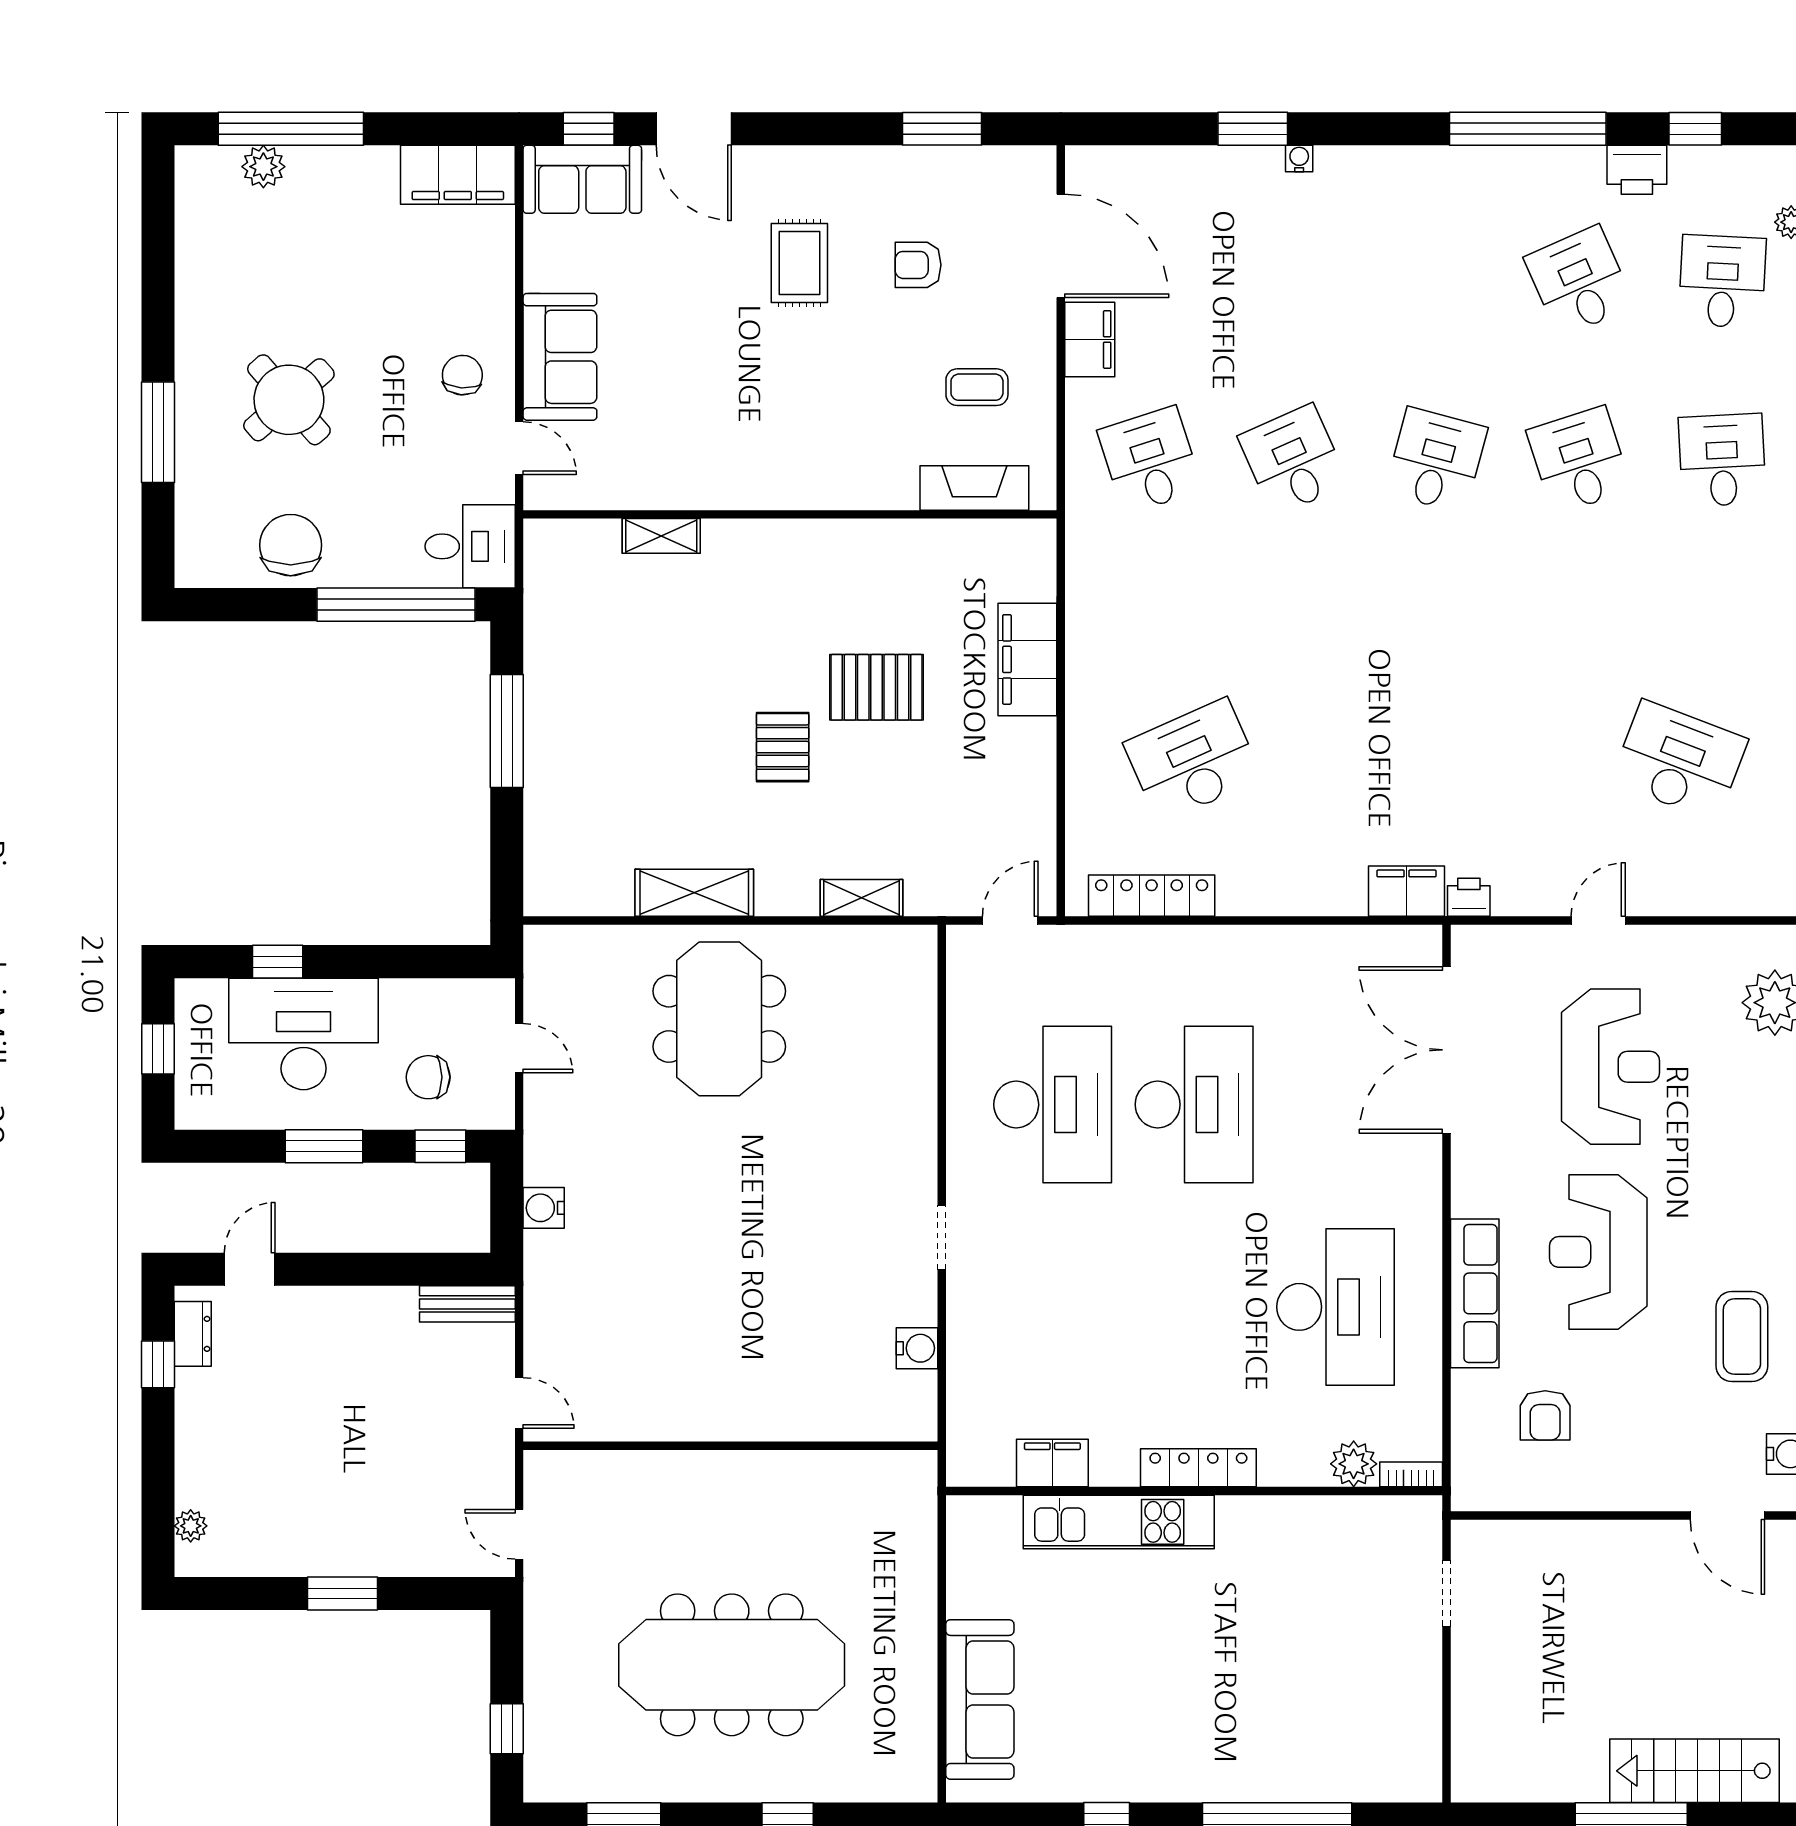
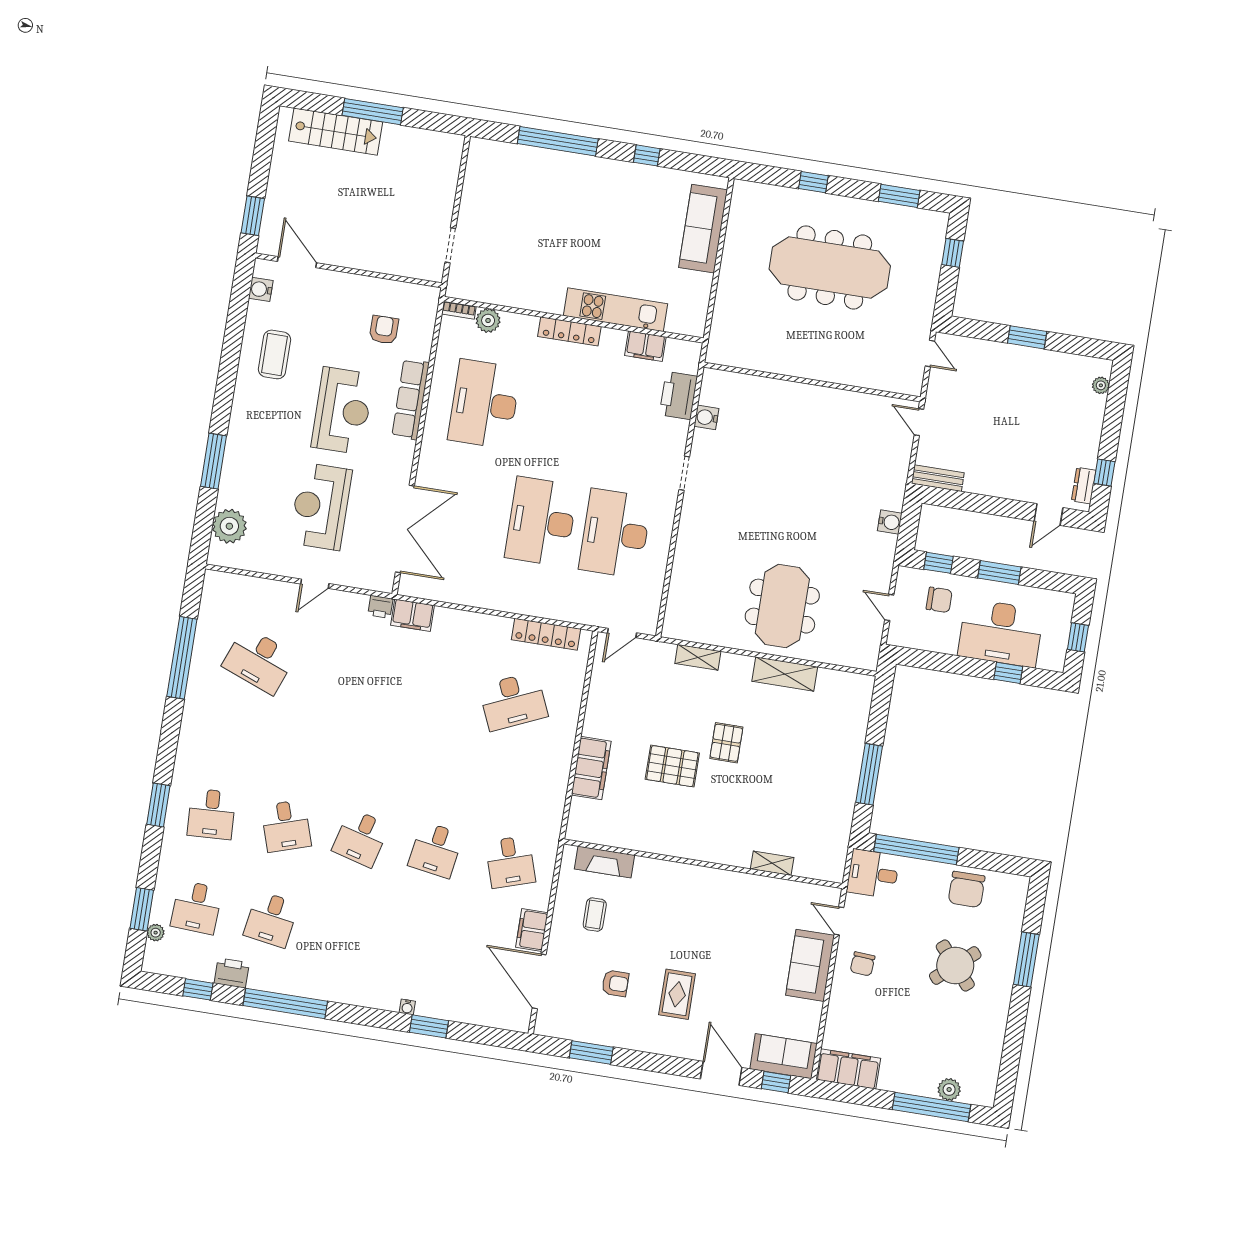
desk: (1579, 281) -> (271, 919), turned 33
coffee table: (977, 387) -> (595, 915), turned 90
desk: (1293, 460) -> (436, 850), turned 33
printer: (976, 1381) -> (678, 396), added

